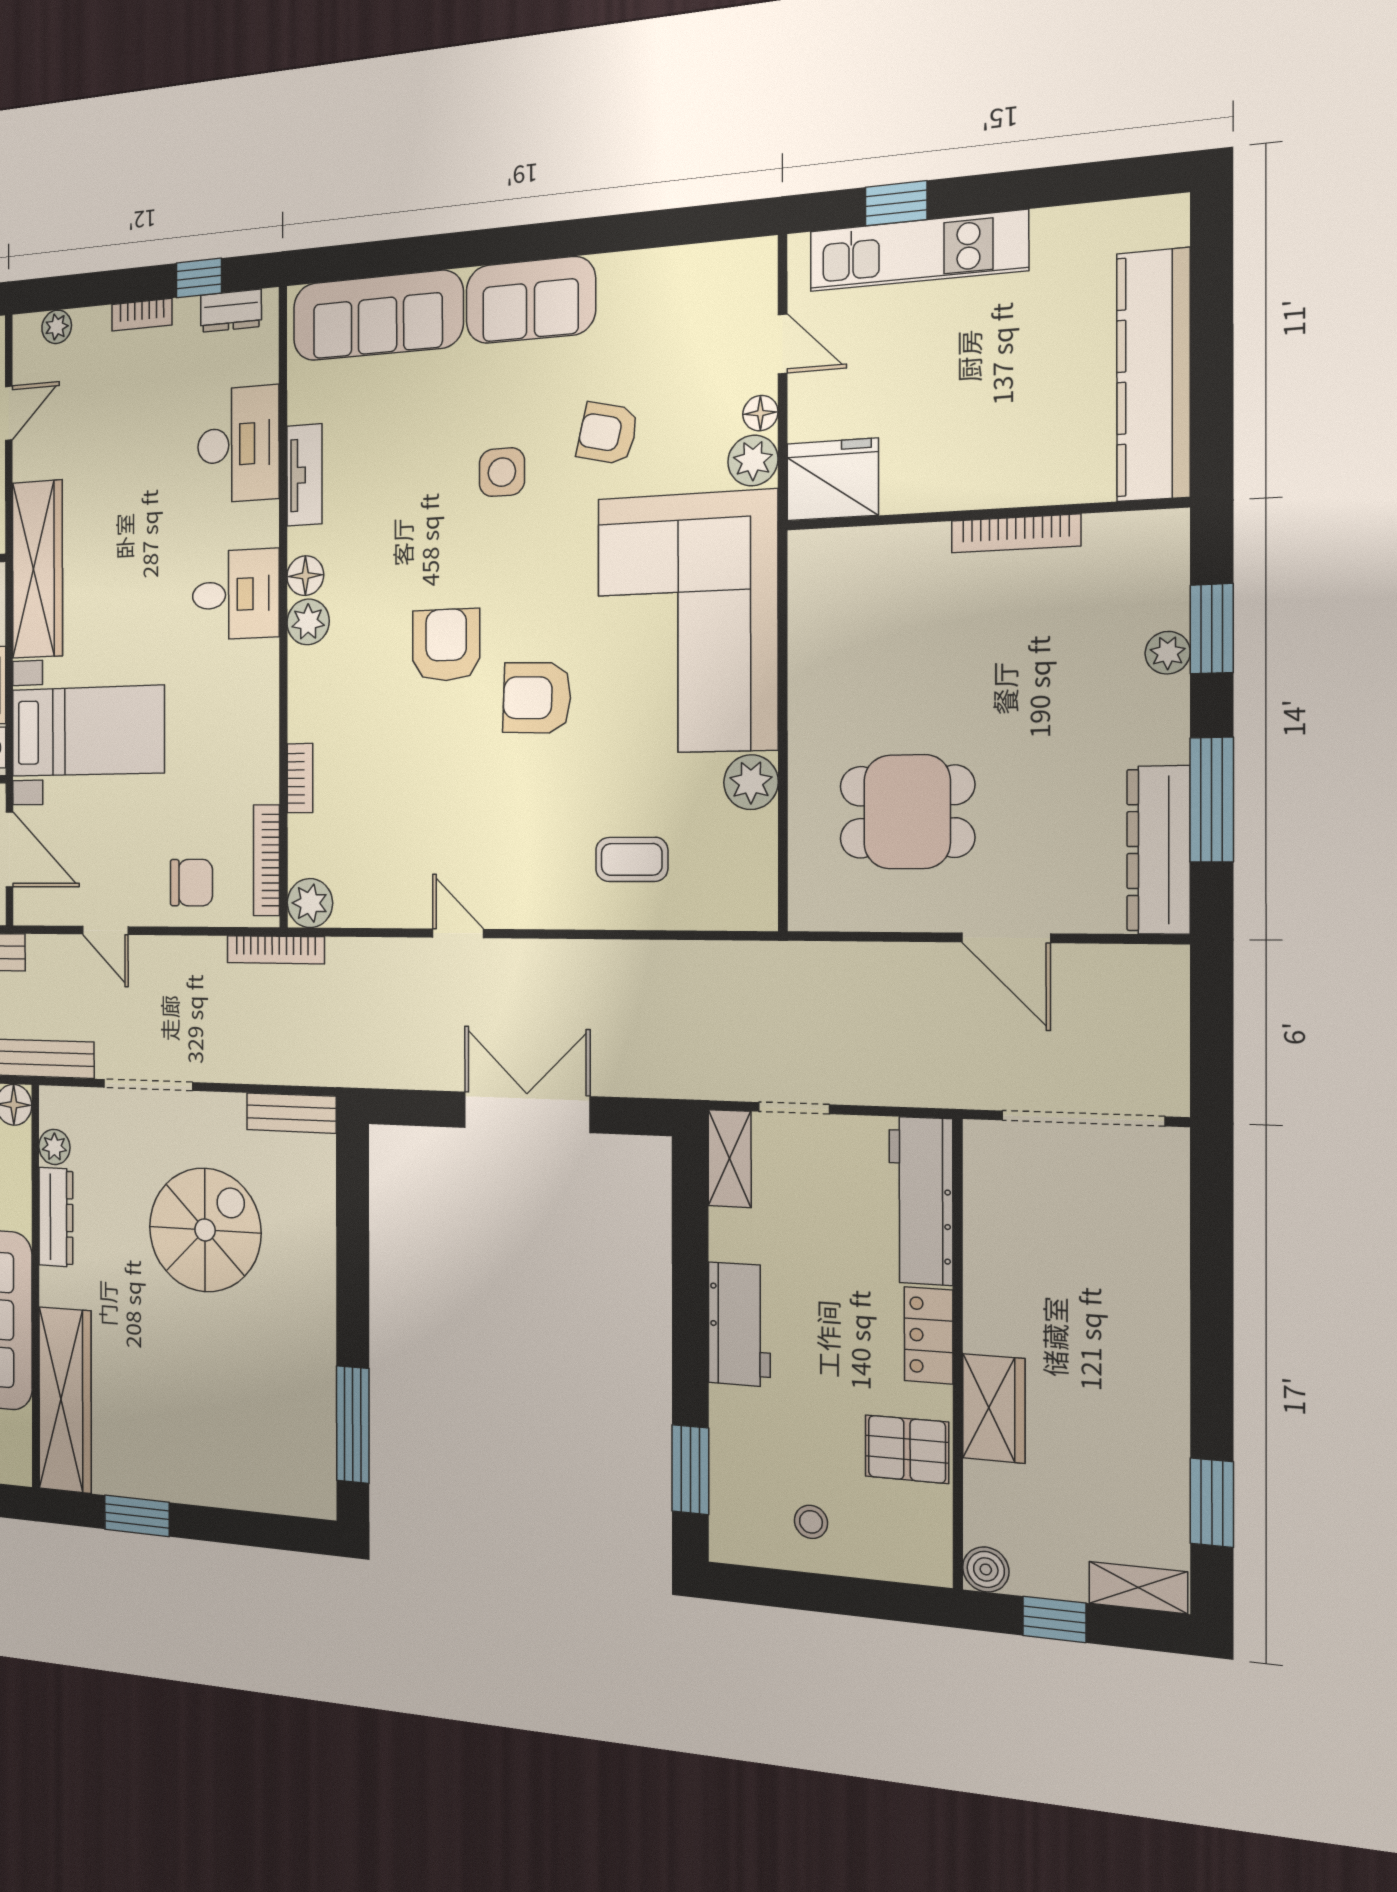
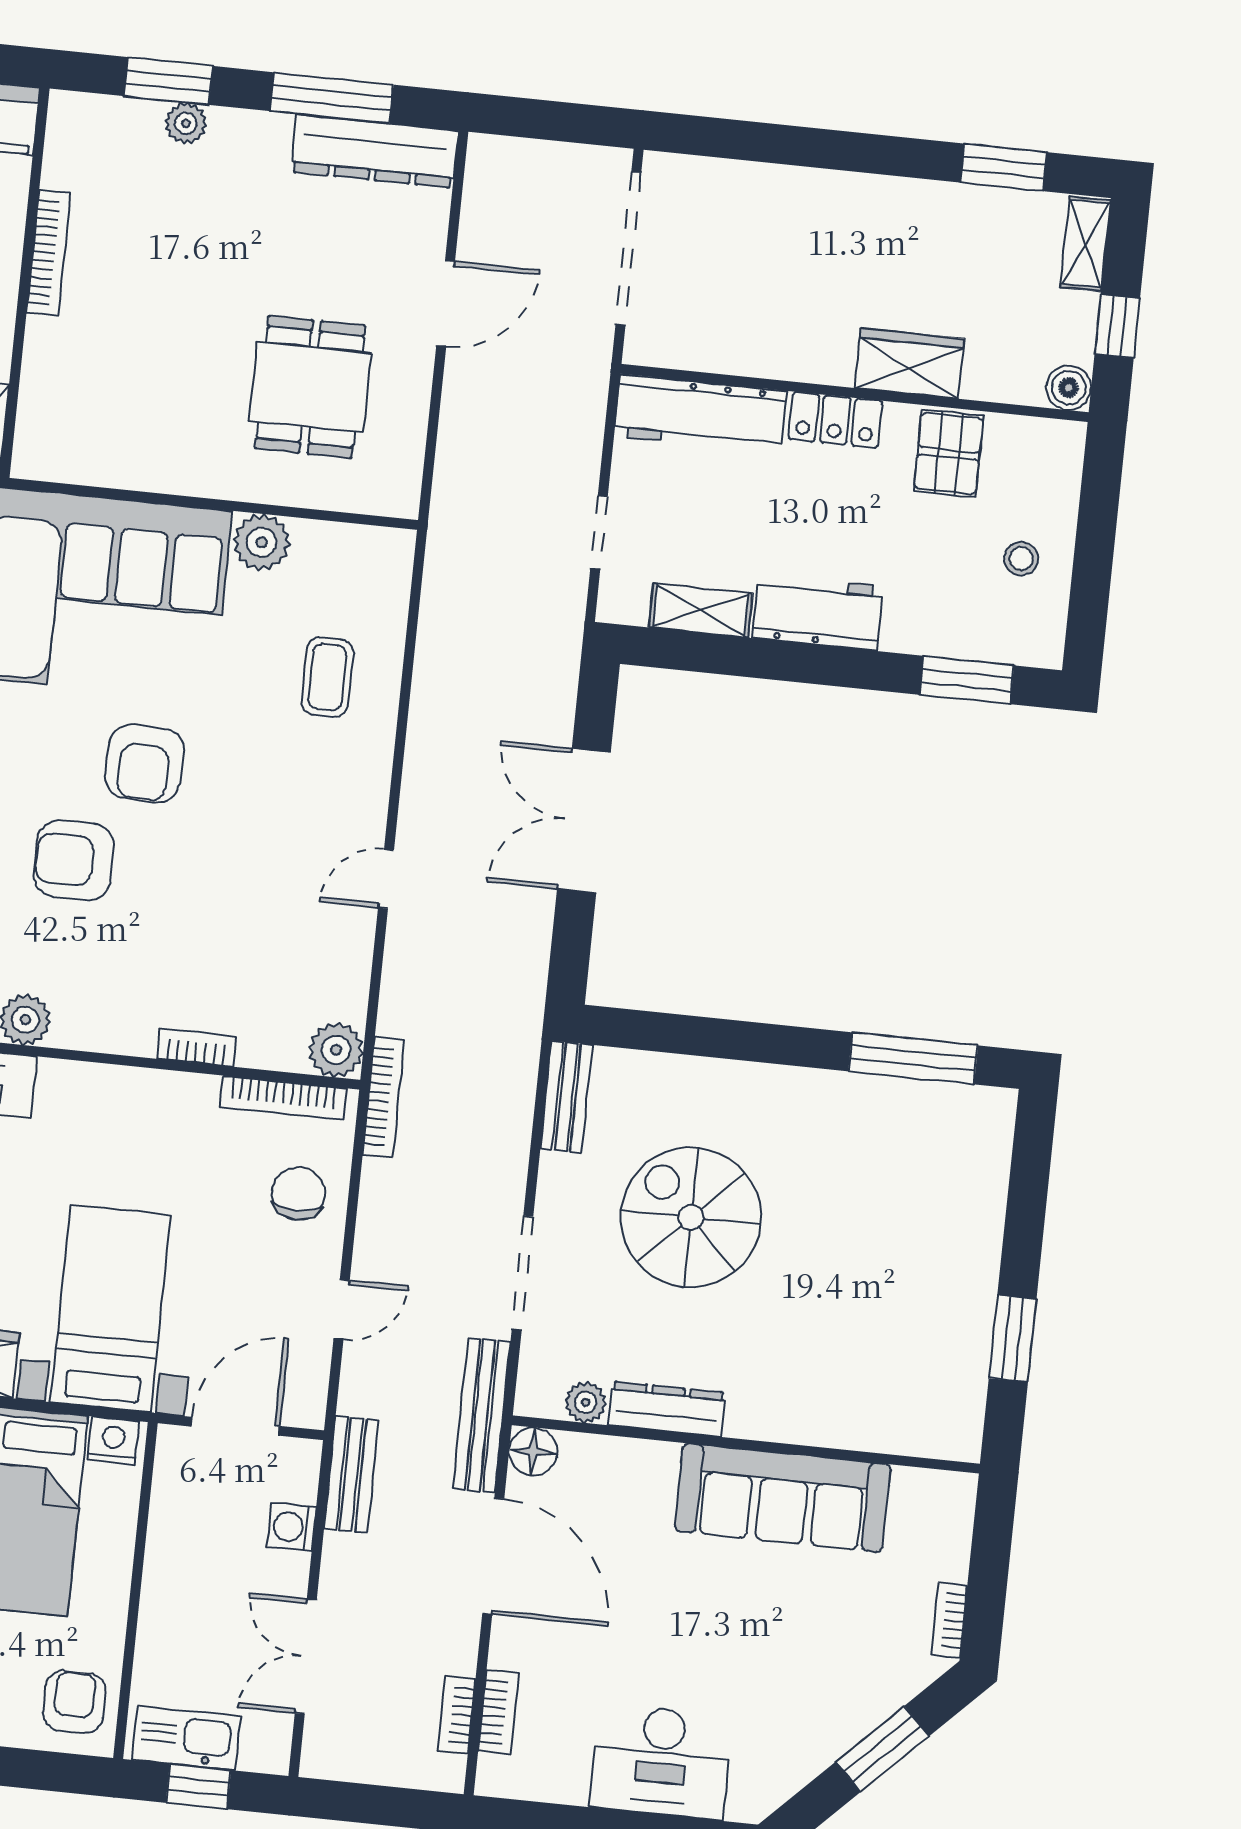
shelving: (730, 1159) -> (701, 610), moved
wardrobe: (65, 1400) -> (878, 1419), removed

